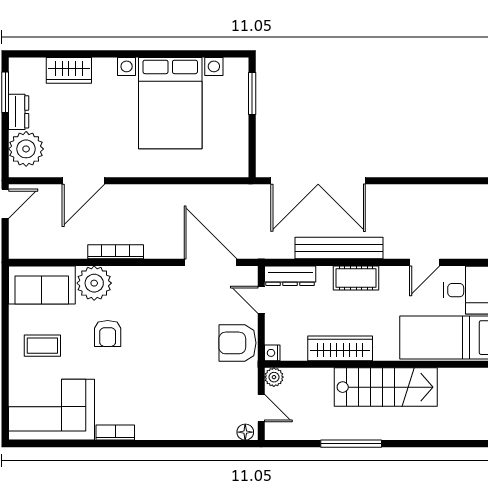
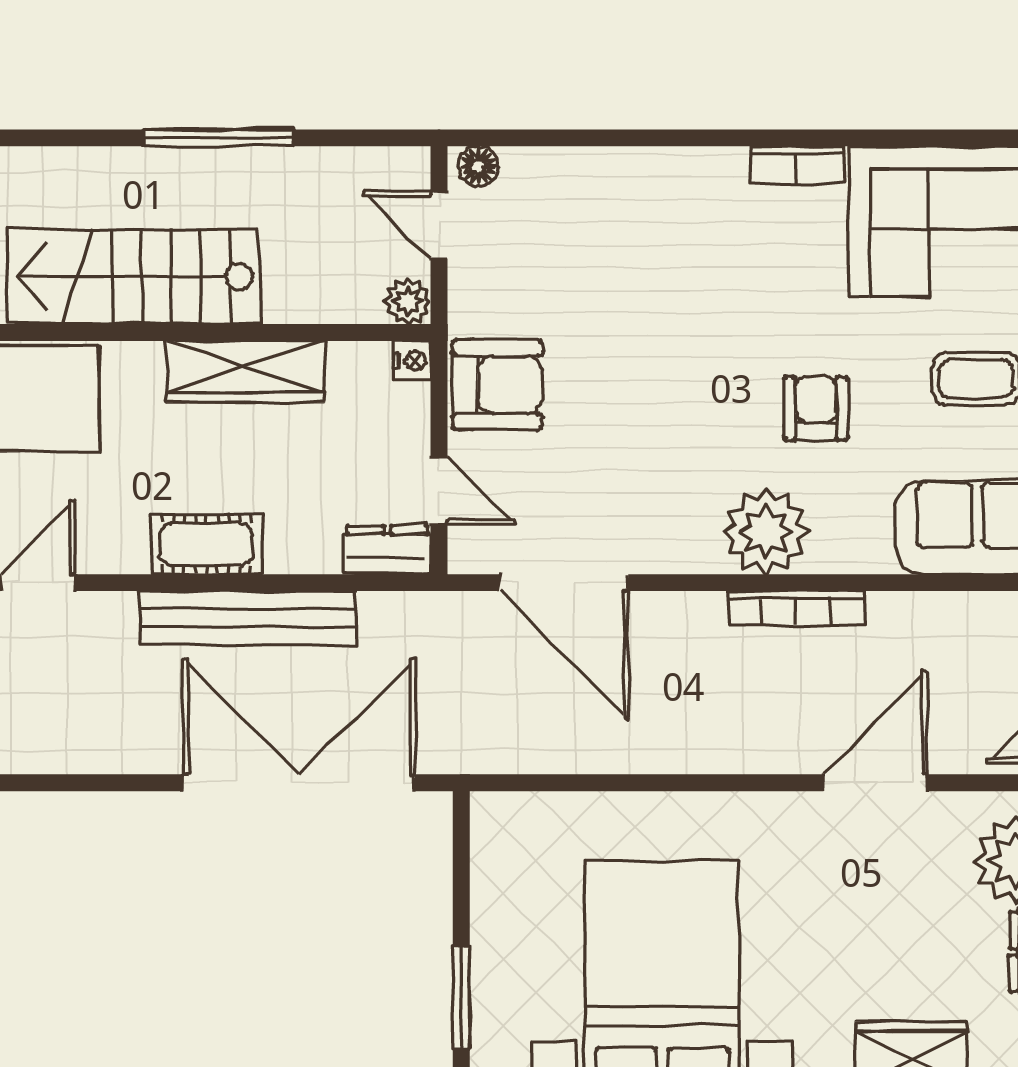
dresser: (290, 276) -> (387, 550), width x0.70
plant: (94, 283) -> (766, 532), moved

